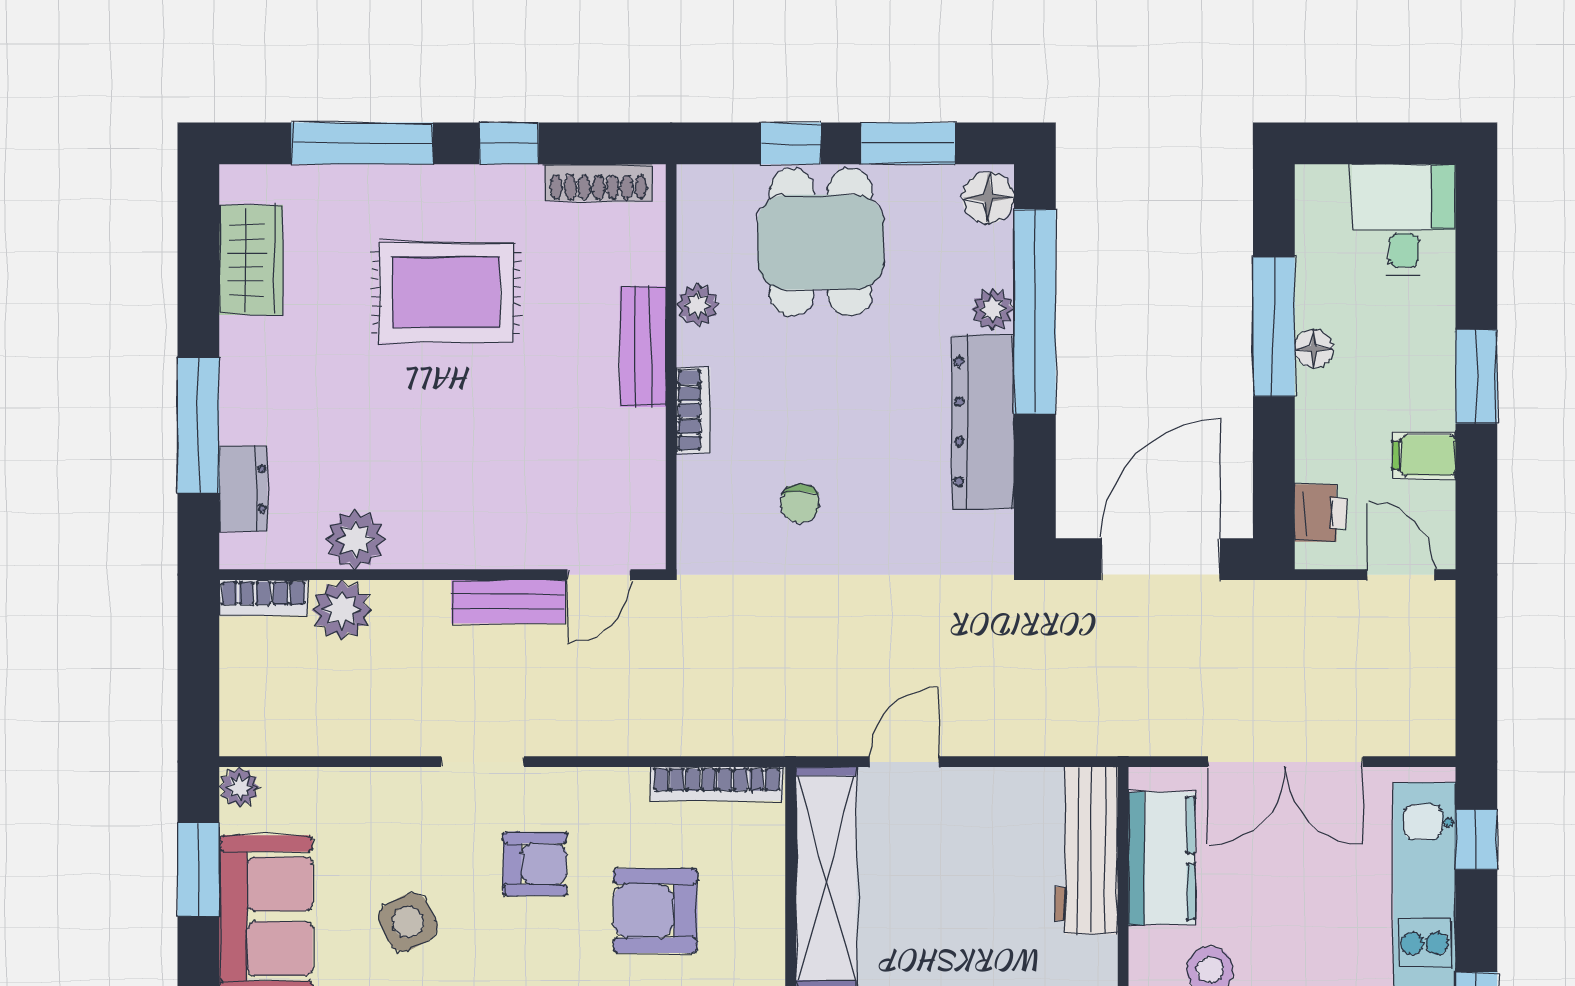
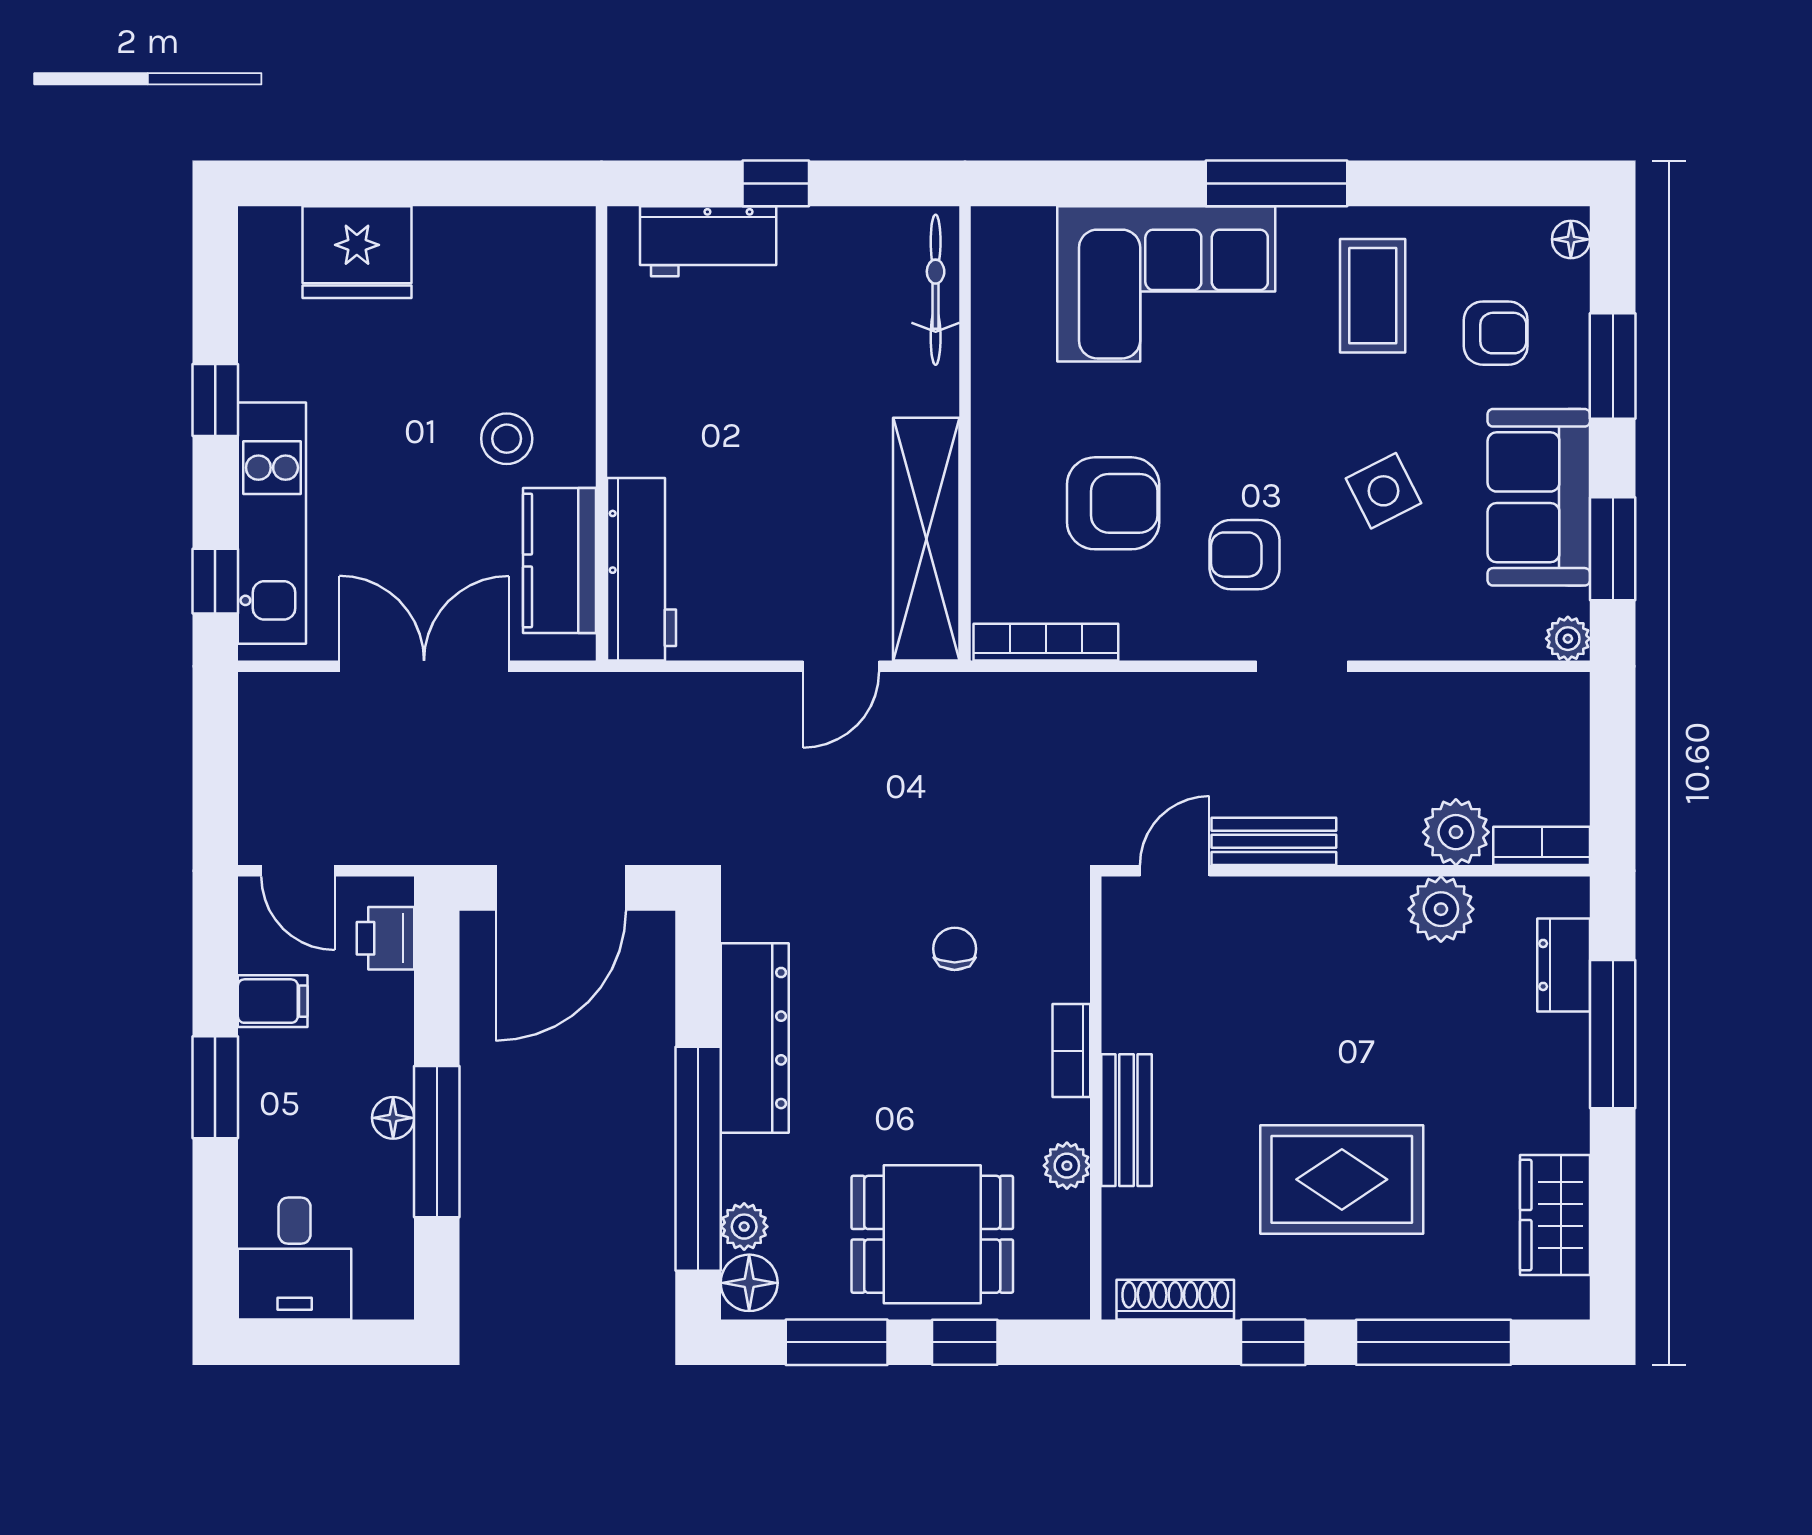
dining table: (821, 242) -> (932, 1234), turned 90
plant: (993, 309) -> (744, 1227), moved

